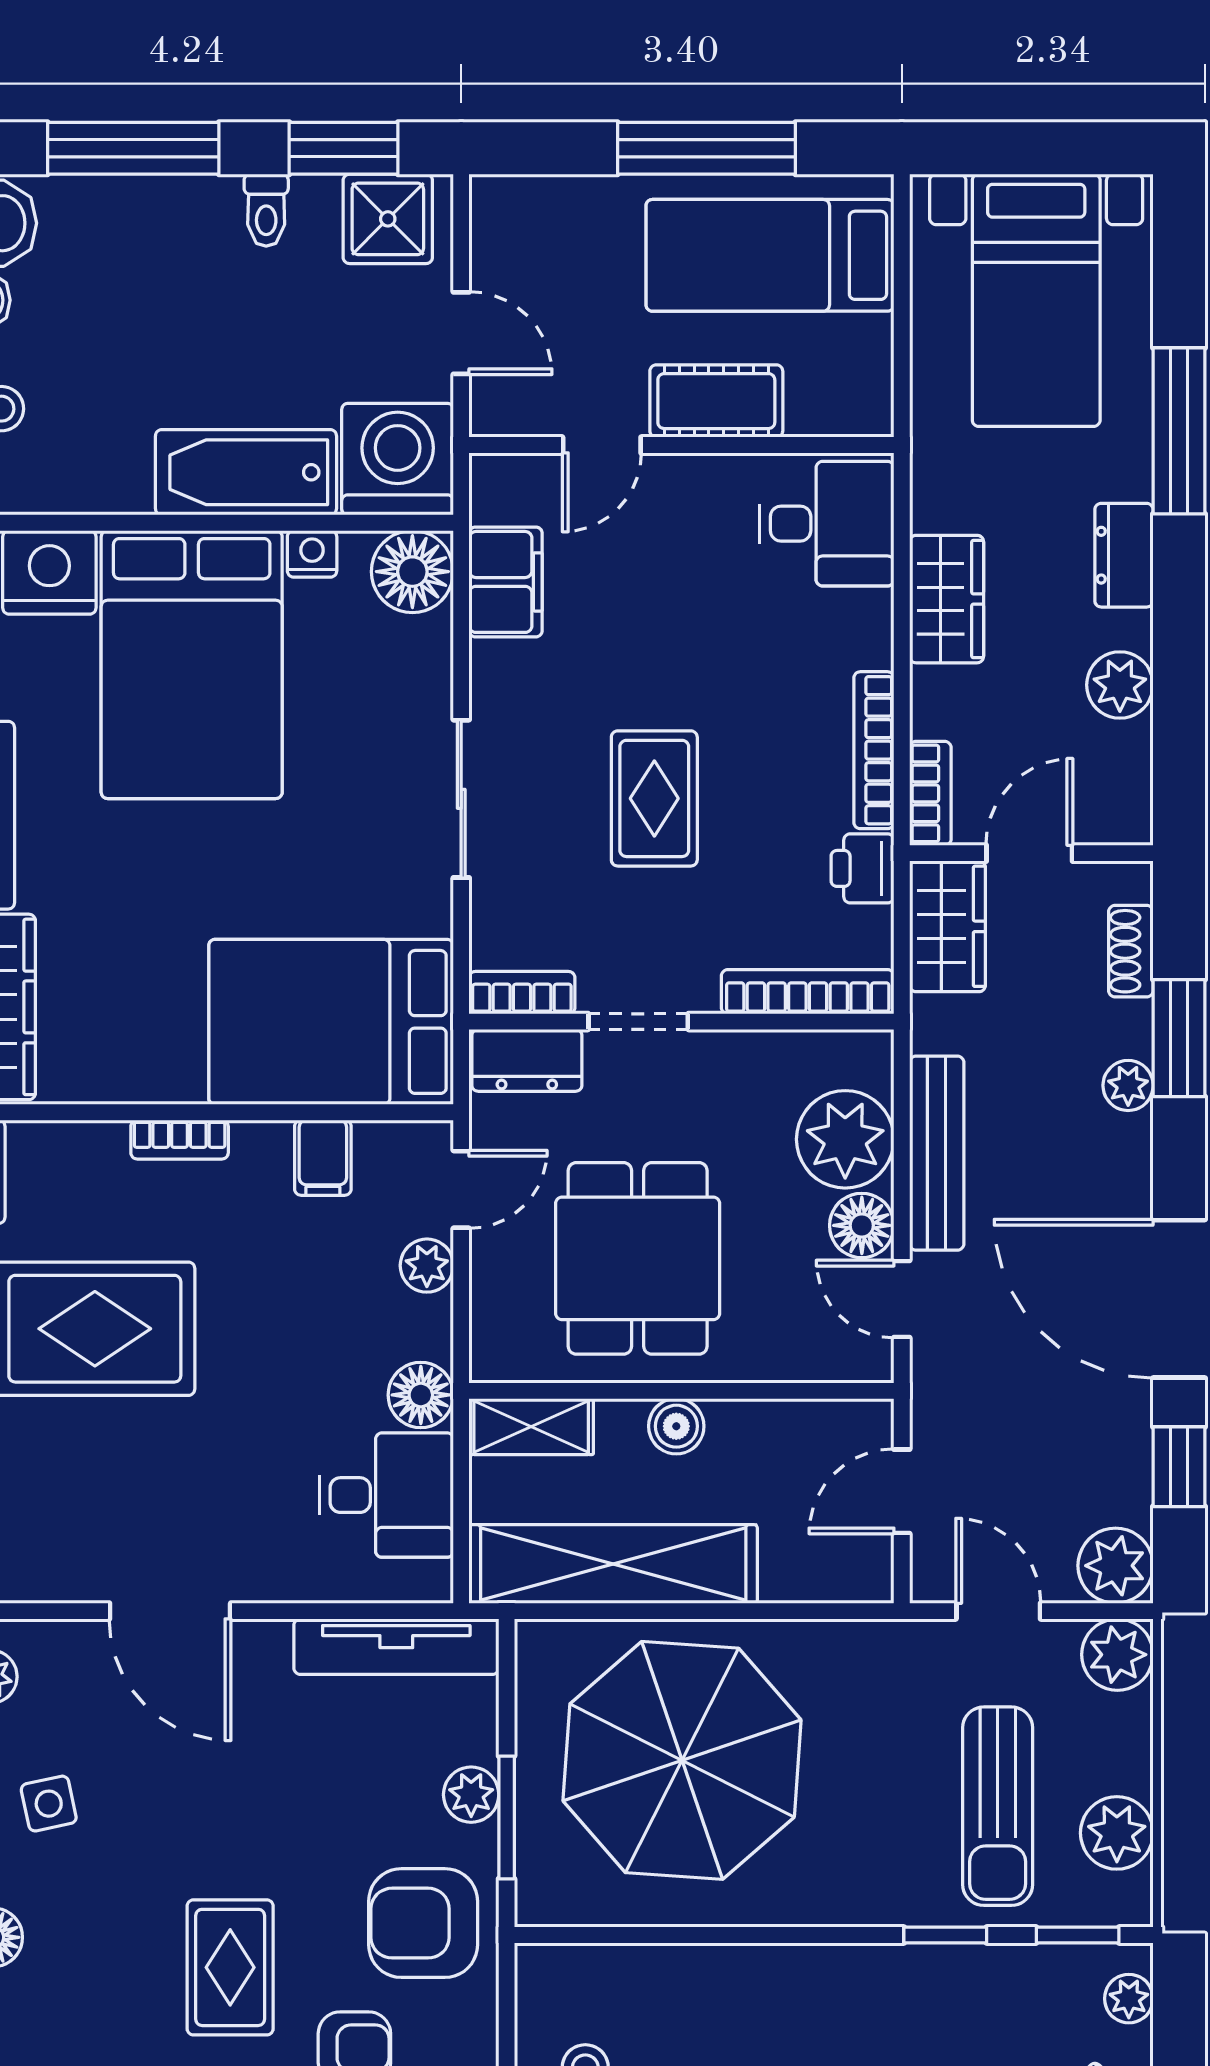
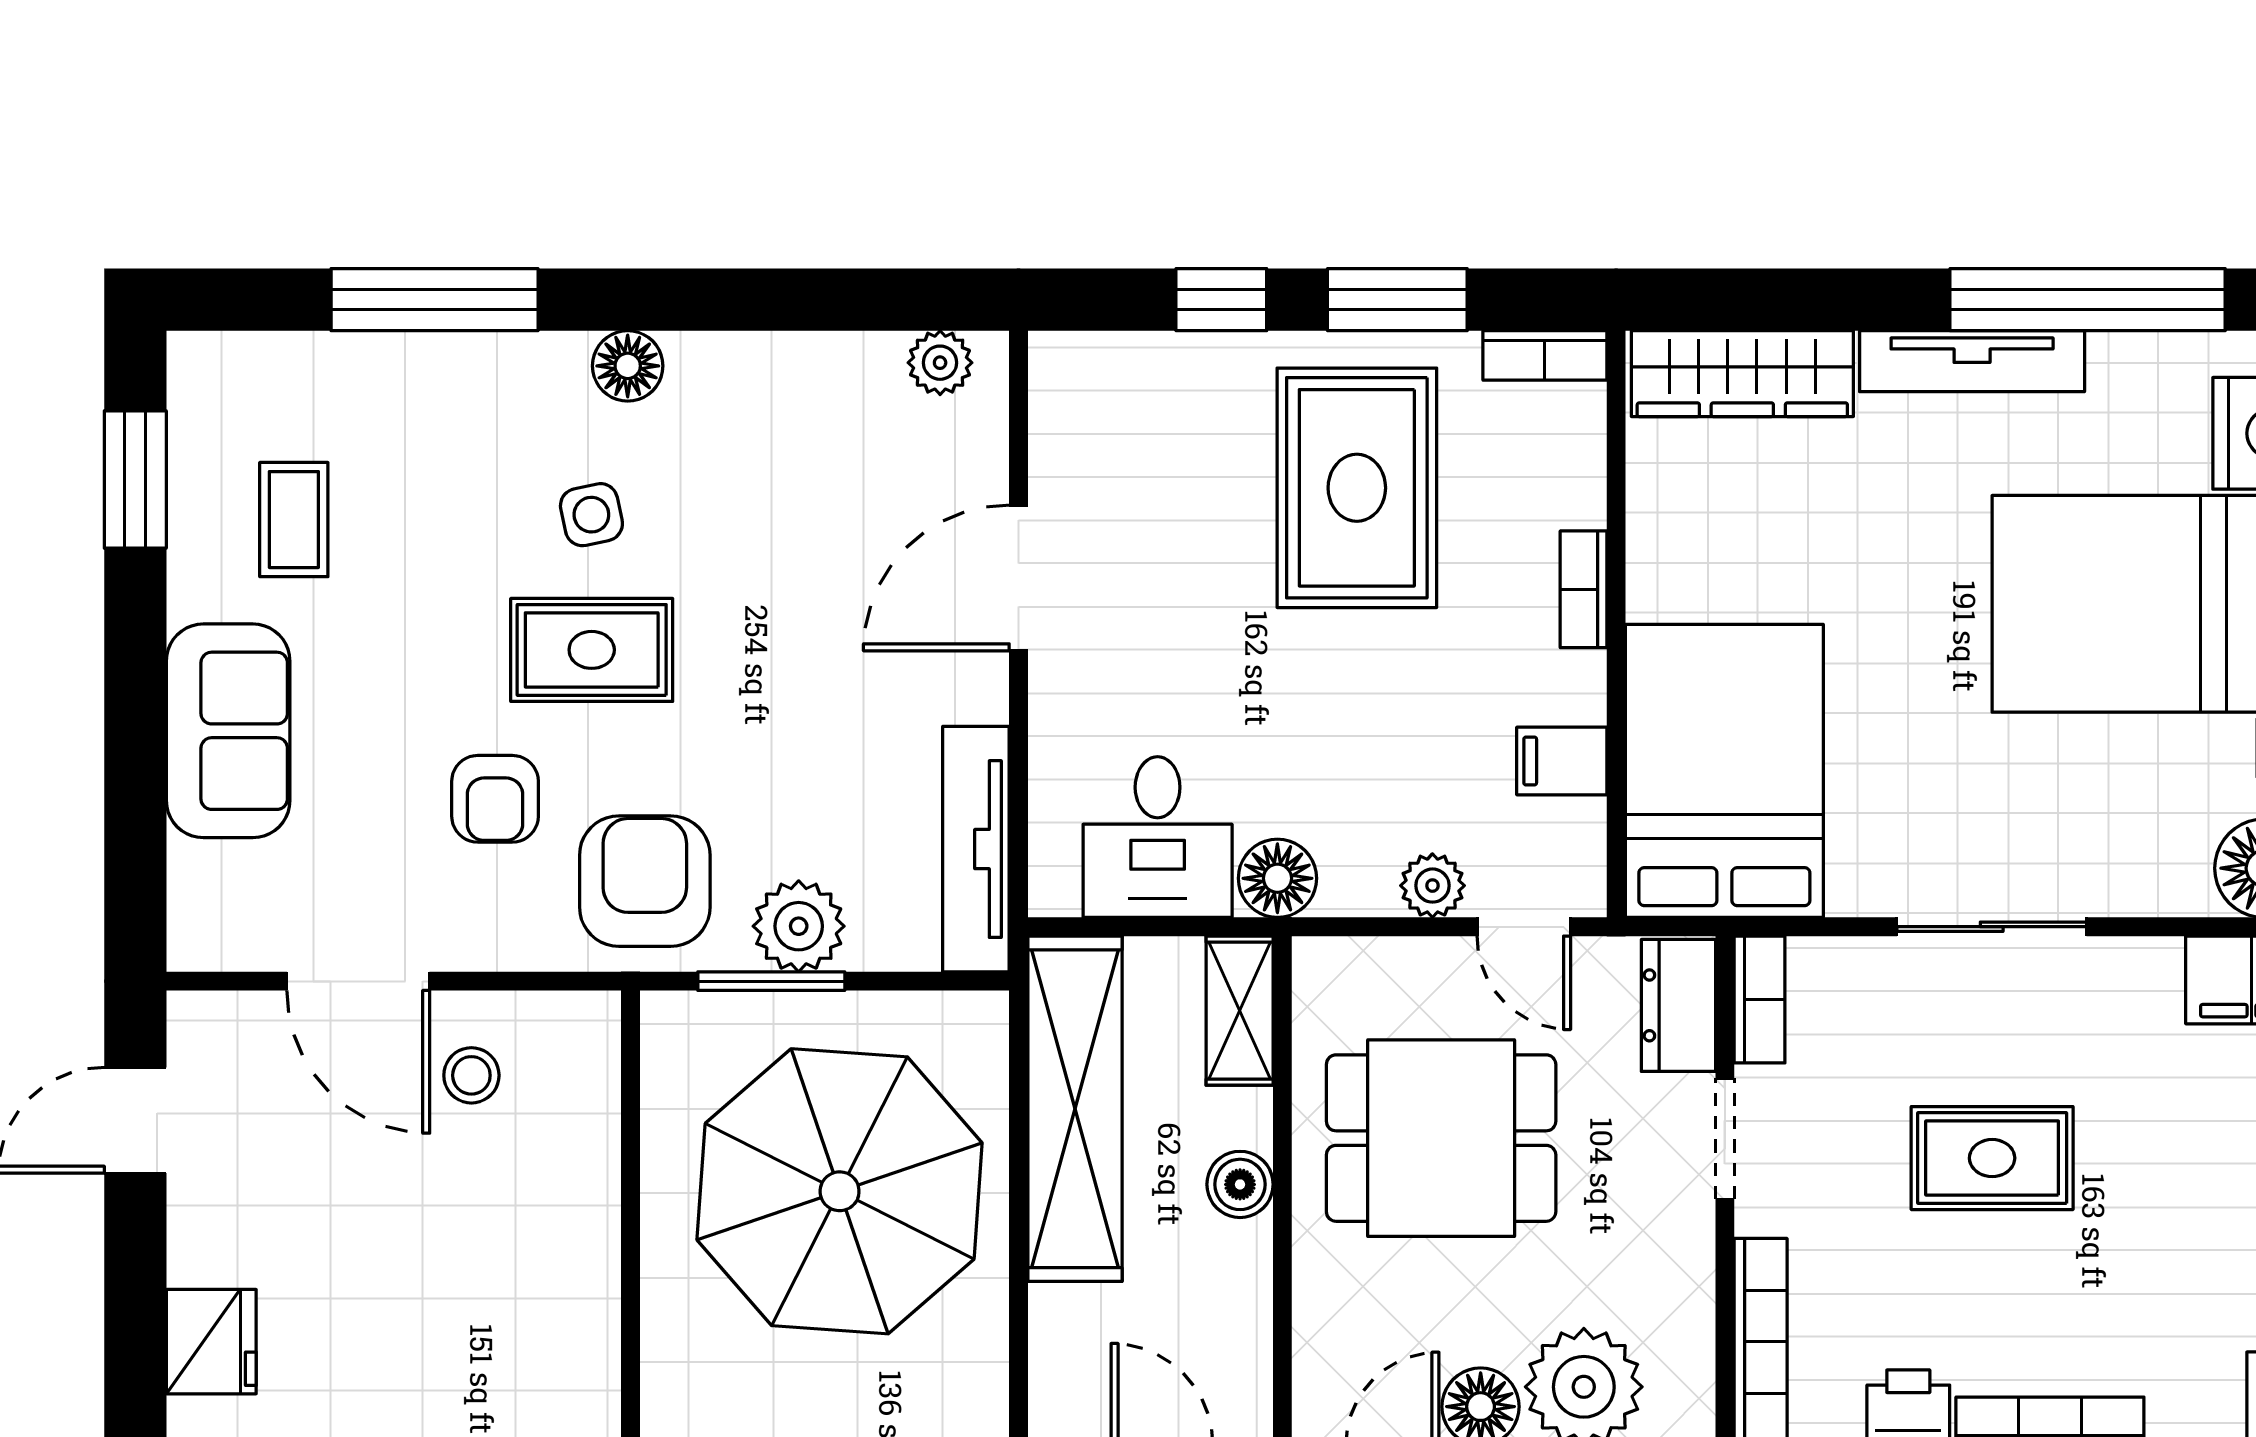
plant: (471, 1795) -> (799, 926), width x1.38, depth x1.38
side table: (49, 1804) -> (591, 515), moved

